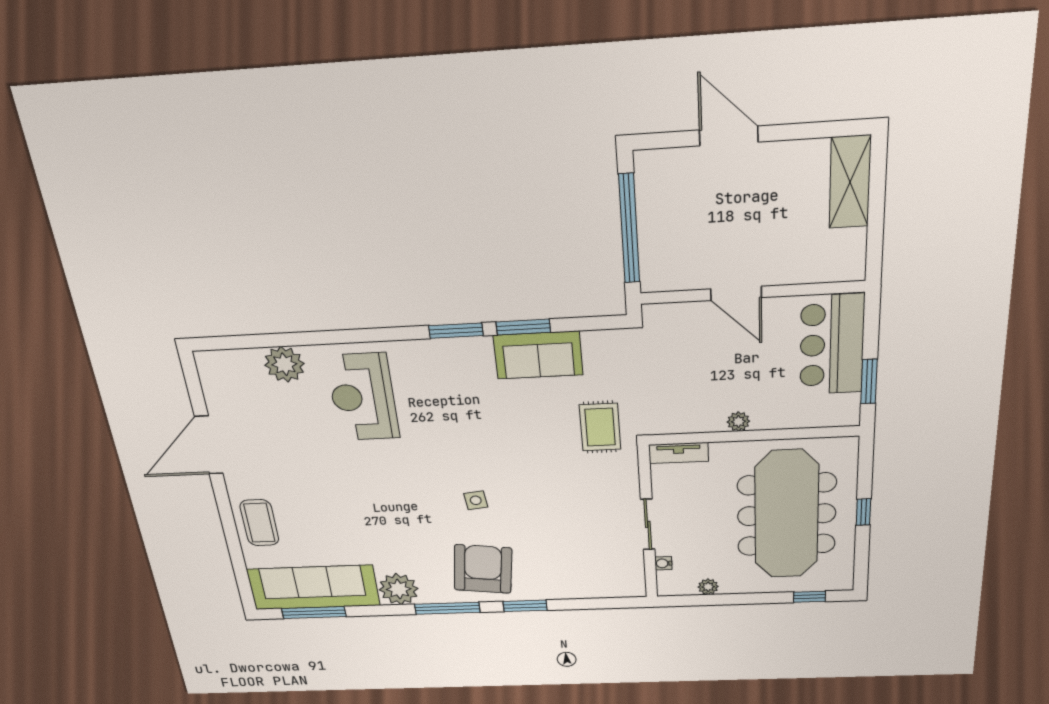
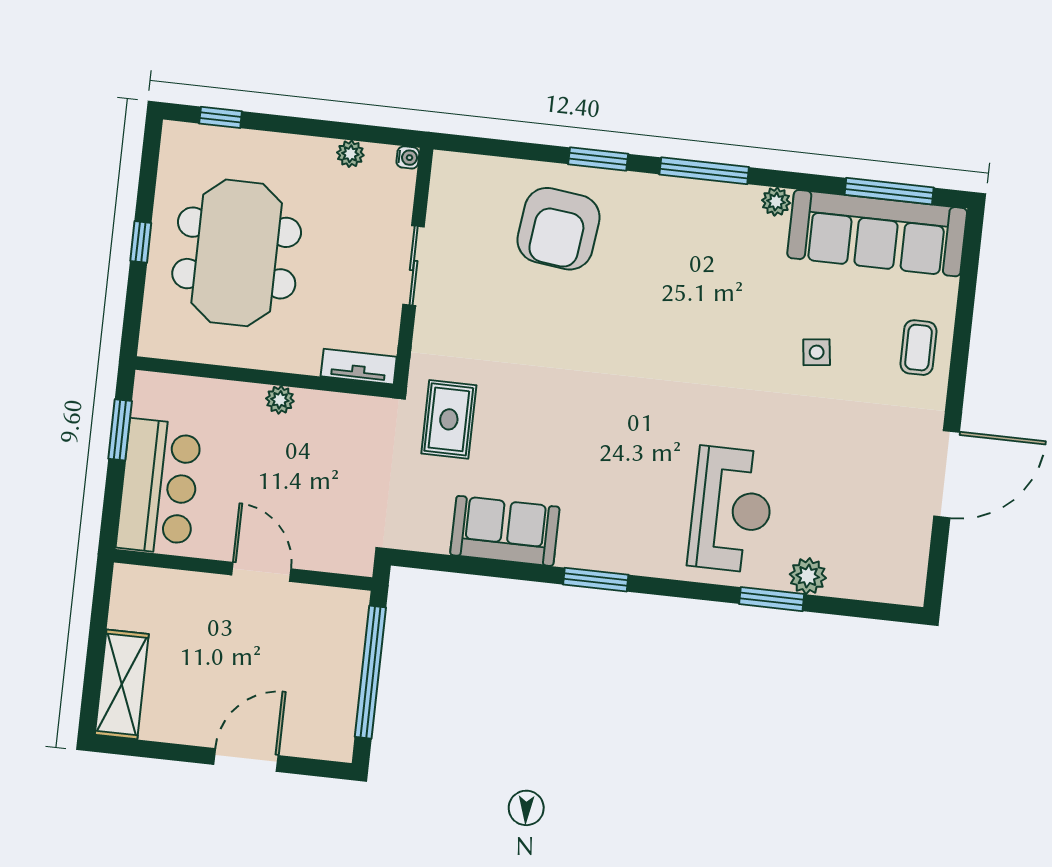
door: (729, 136) -> (246, 760), swing flipped
window: (523, 327) -> (772, 599), moved
plant: (284, 364) -> (808, 576), width x0.73, depth x0.73
side table: (476, 500) -> (817, 352), moved
meeting table: (787, 515) -> (237, 253), width x0.73
coffee table: (259, 523) -> (918, 348), width x0.73, depth x0.77
water cooler: (663, 563) -> (408, 157), moved
armchair: (483, 569) -> (558, 229), moved
plant: (399, 589) -> (776, 202), width x0.53, depth x0.53

